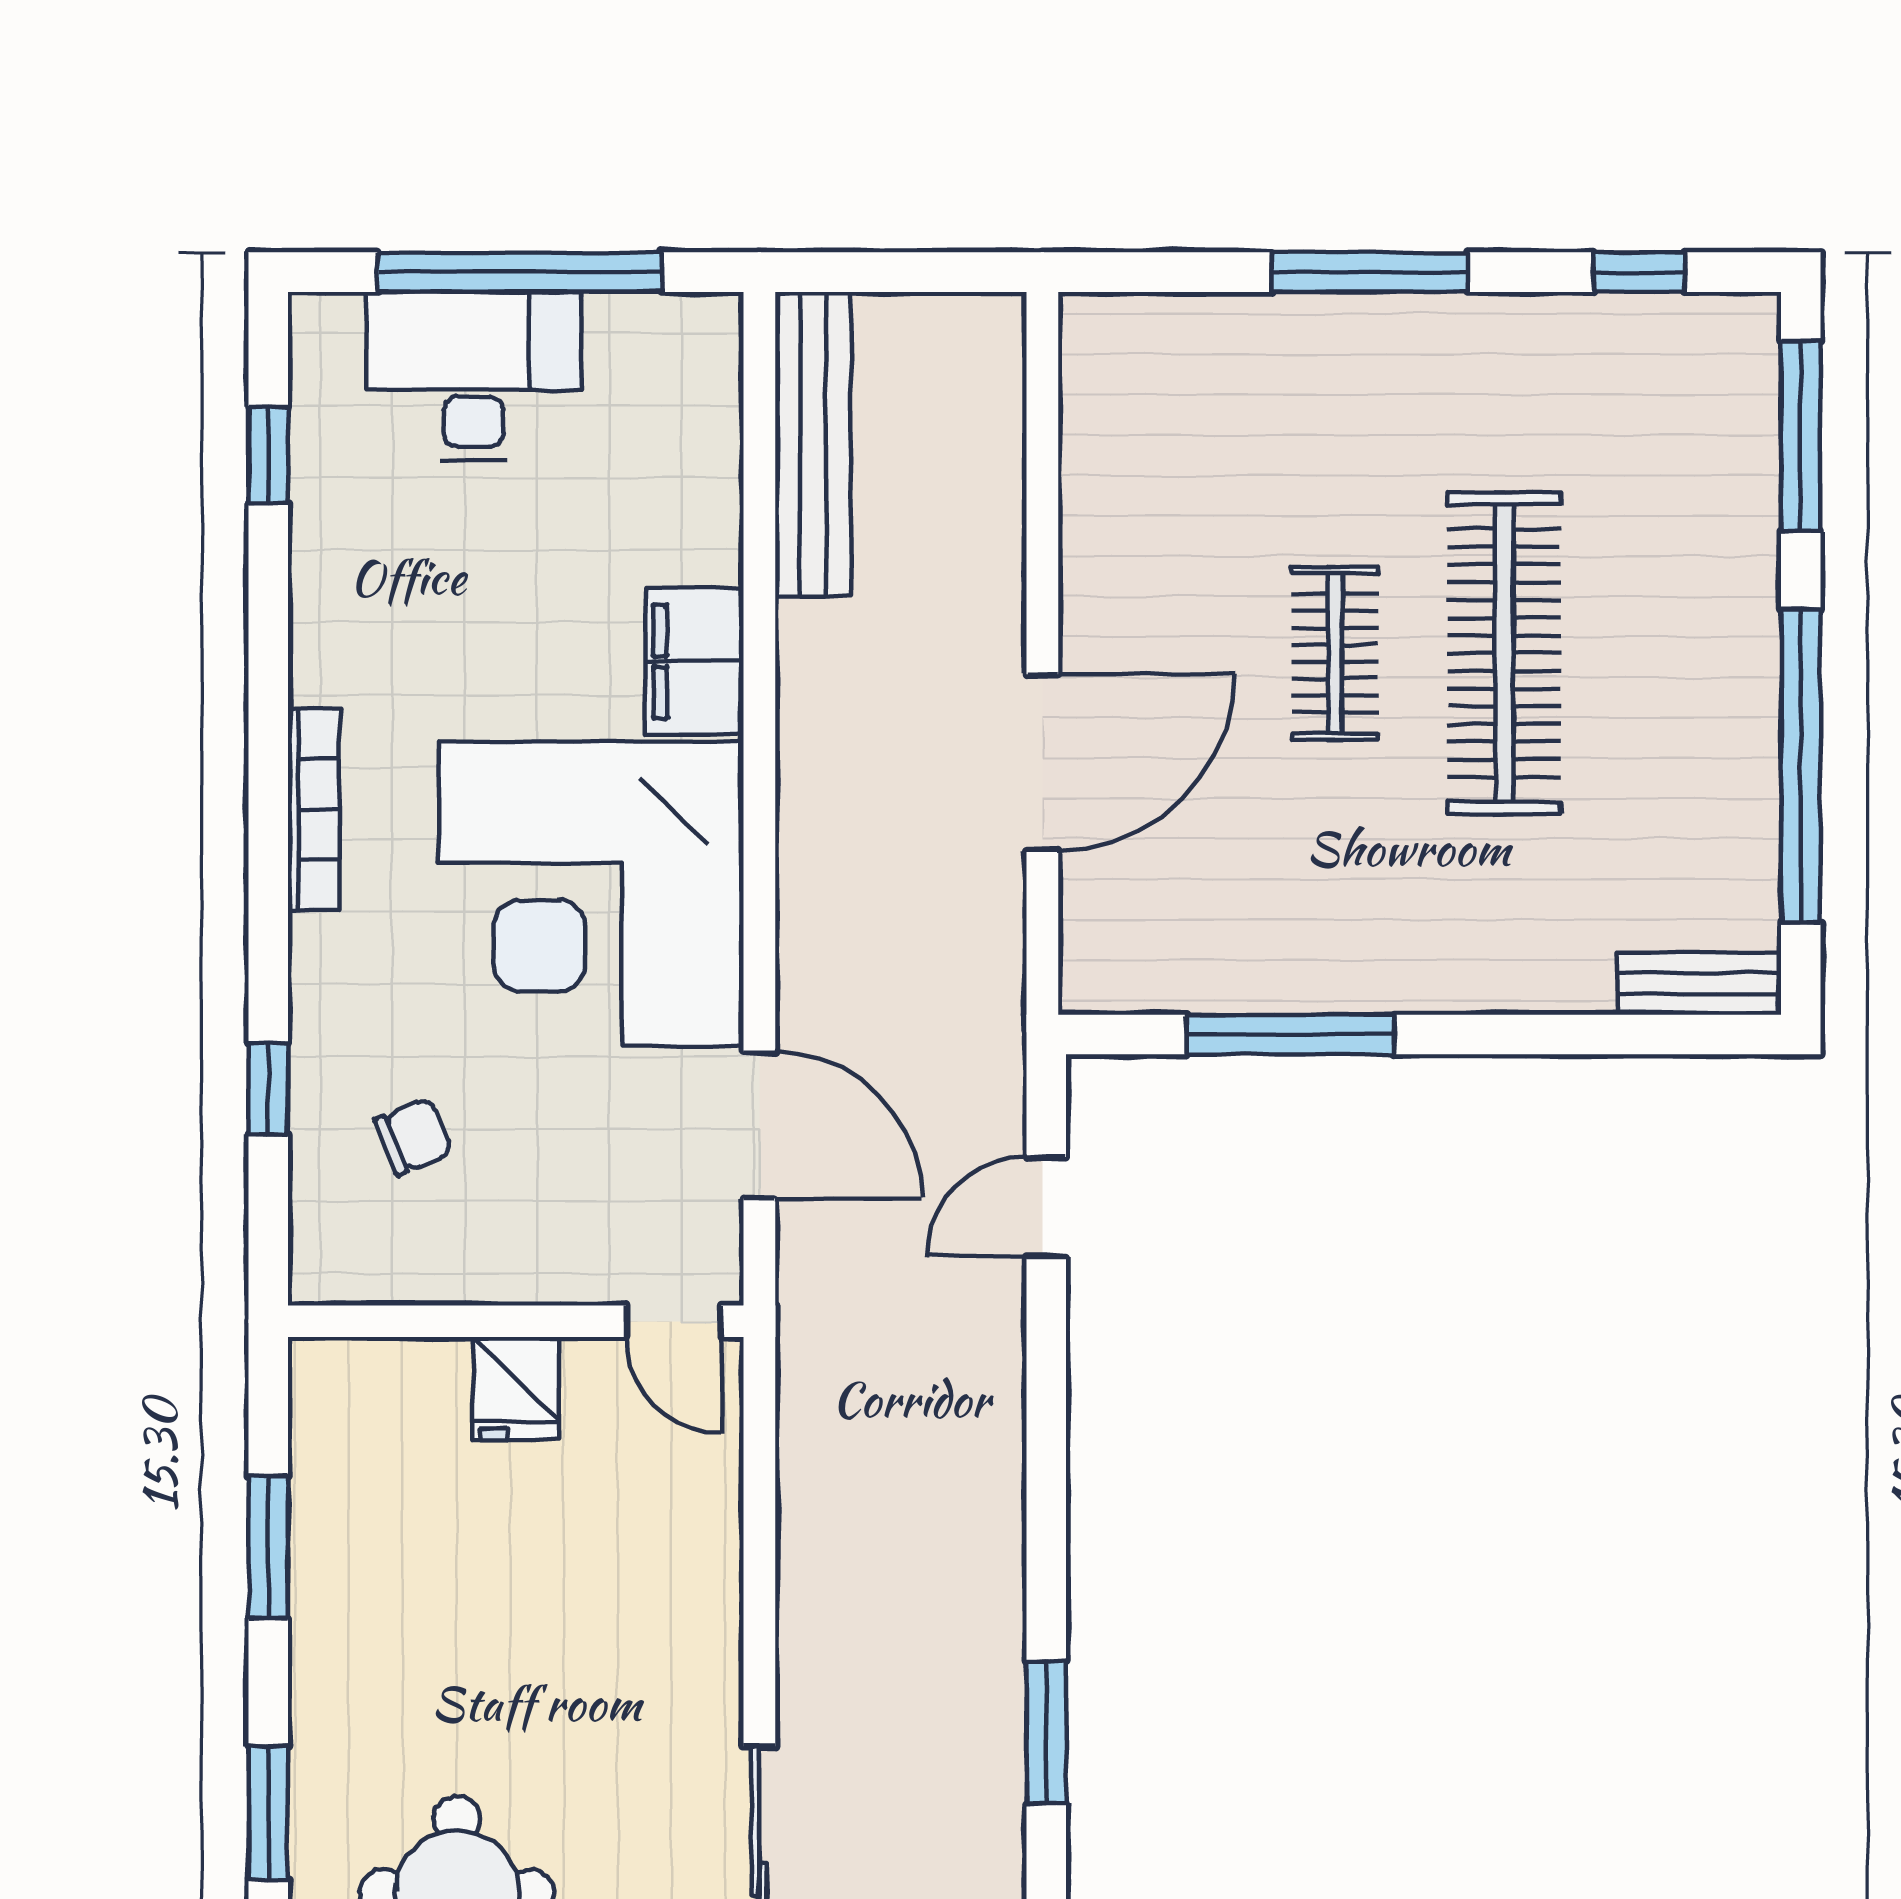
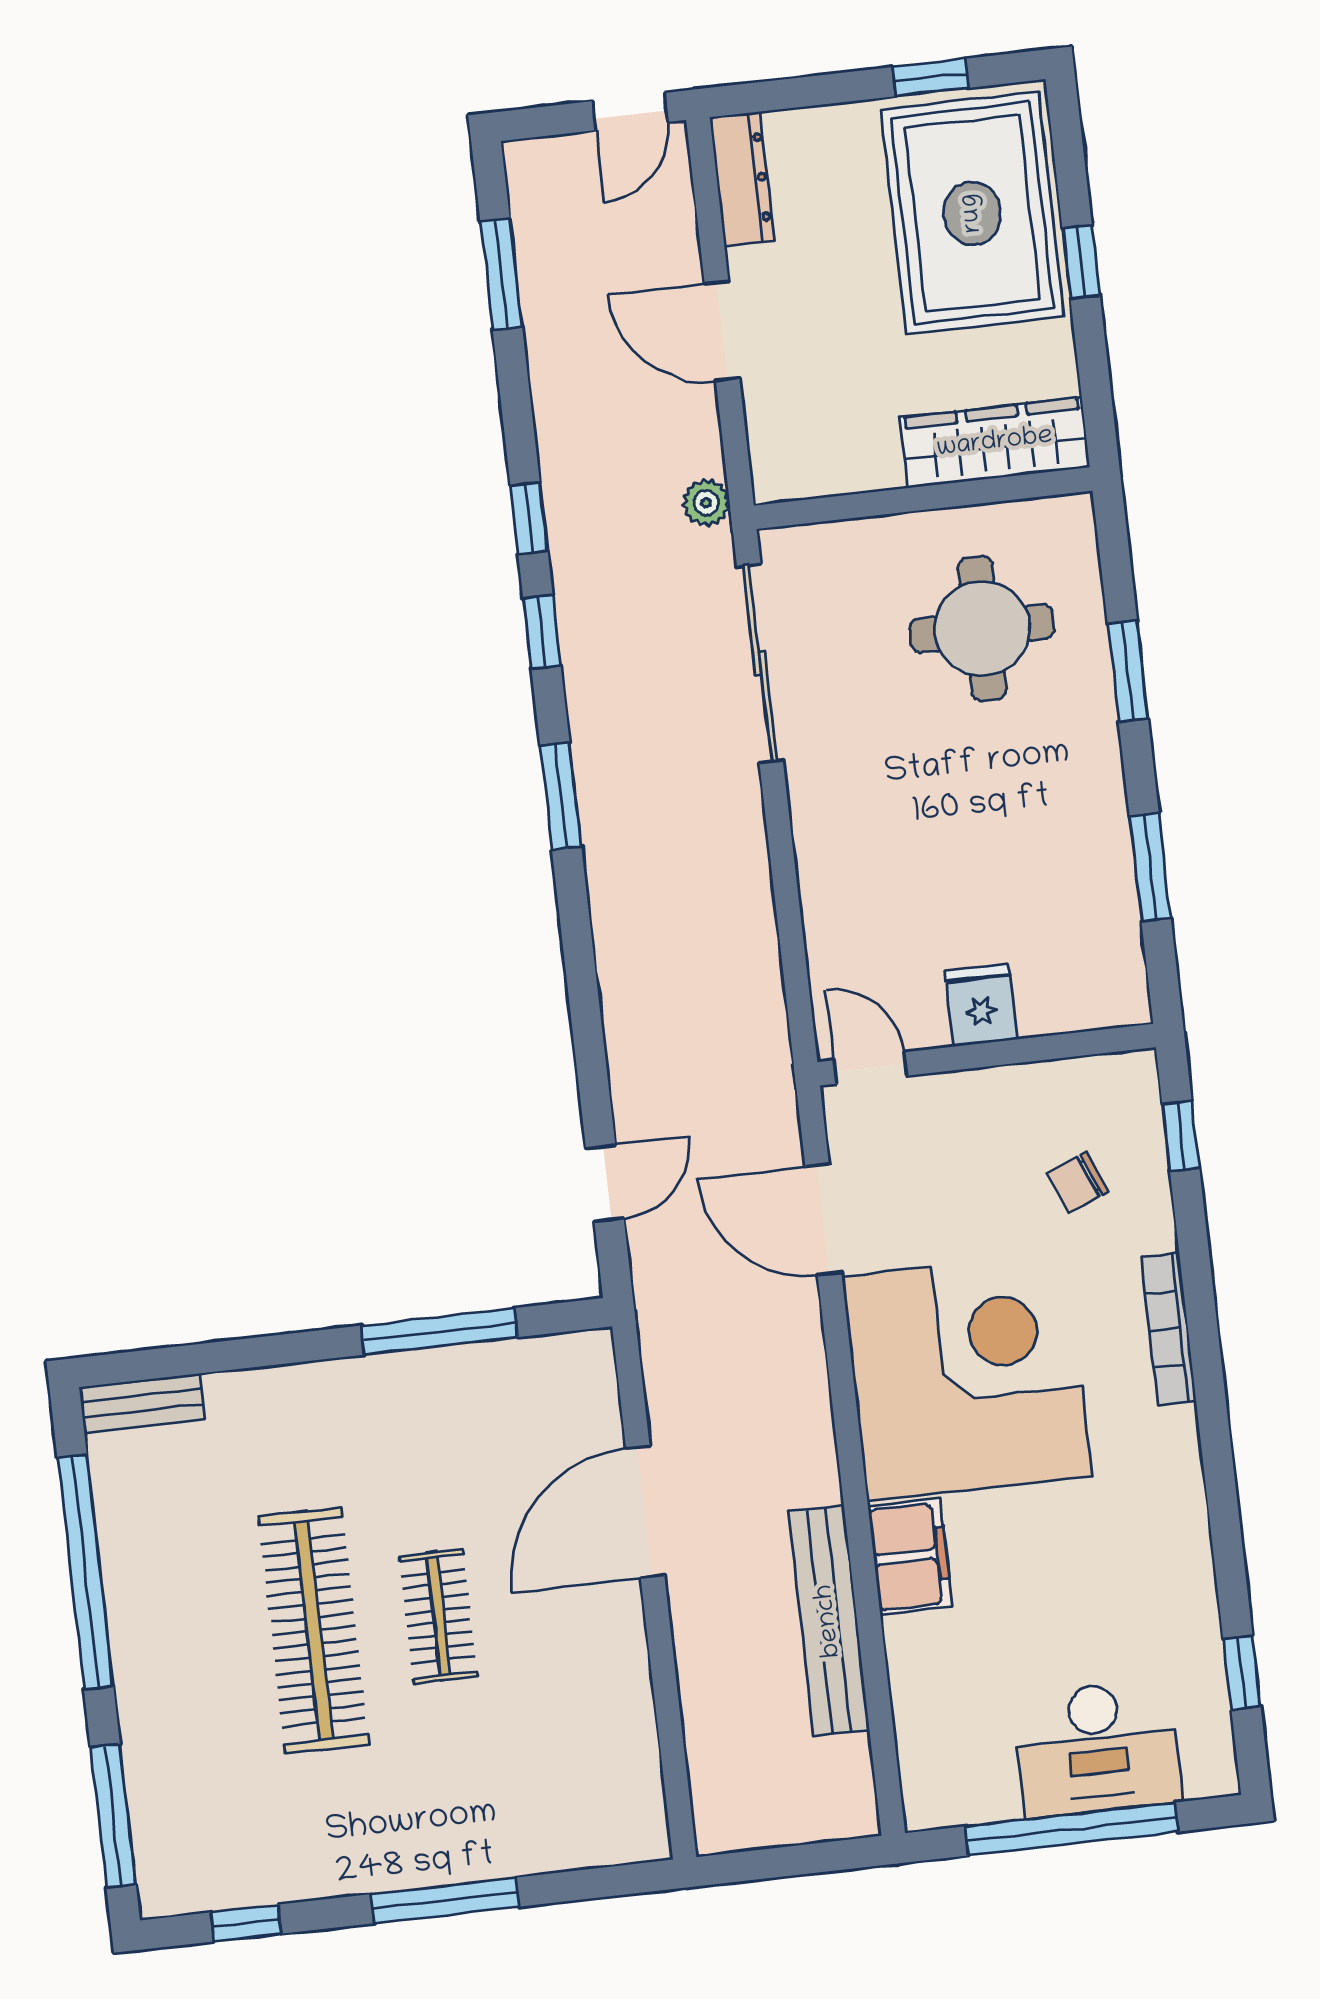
bench: (813, 444) -> (829, 1621), moved
bookcase: (314, 809) -> (1169, 1329), moved
window: (268, 1089) -> (1181, 1136), moved

